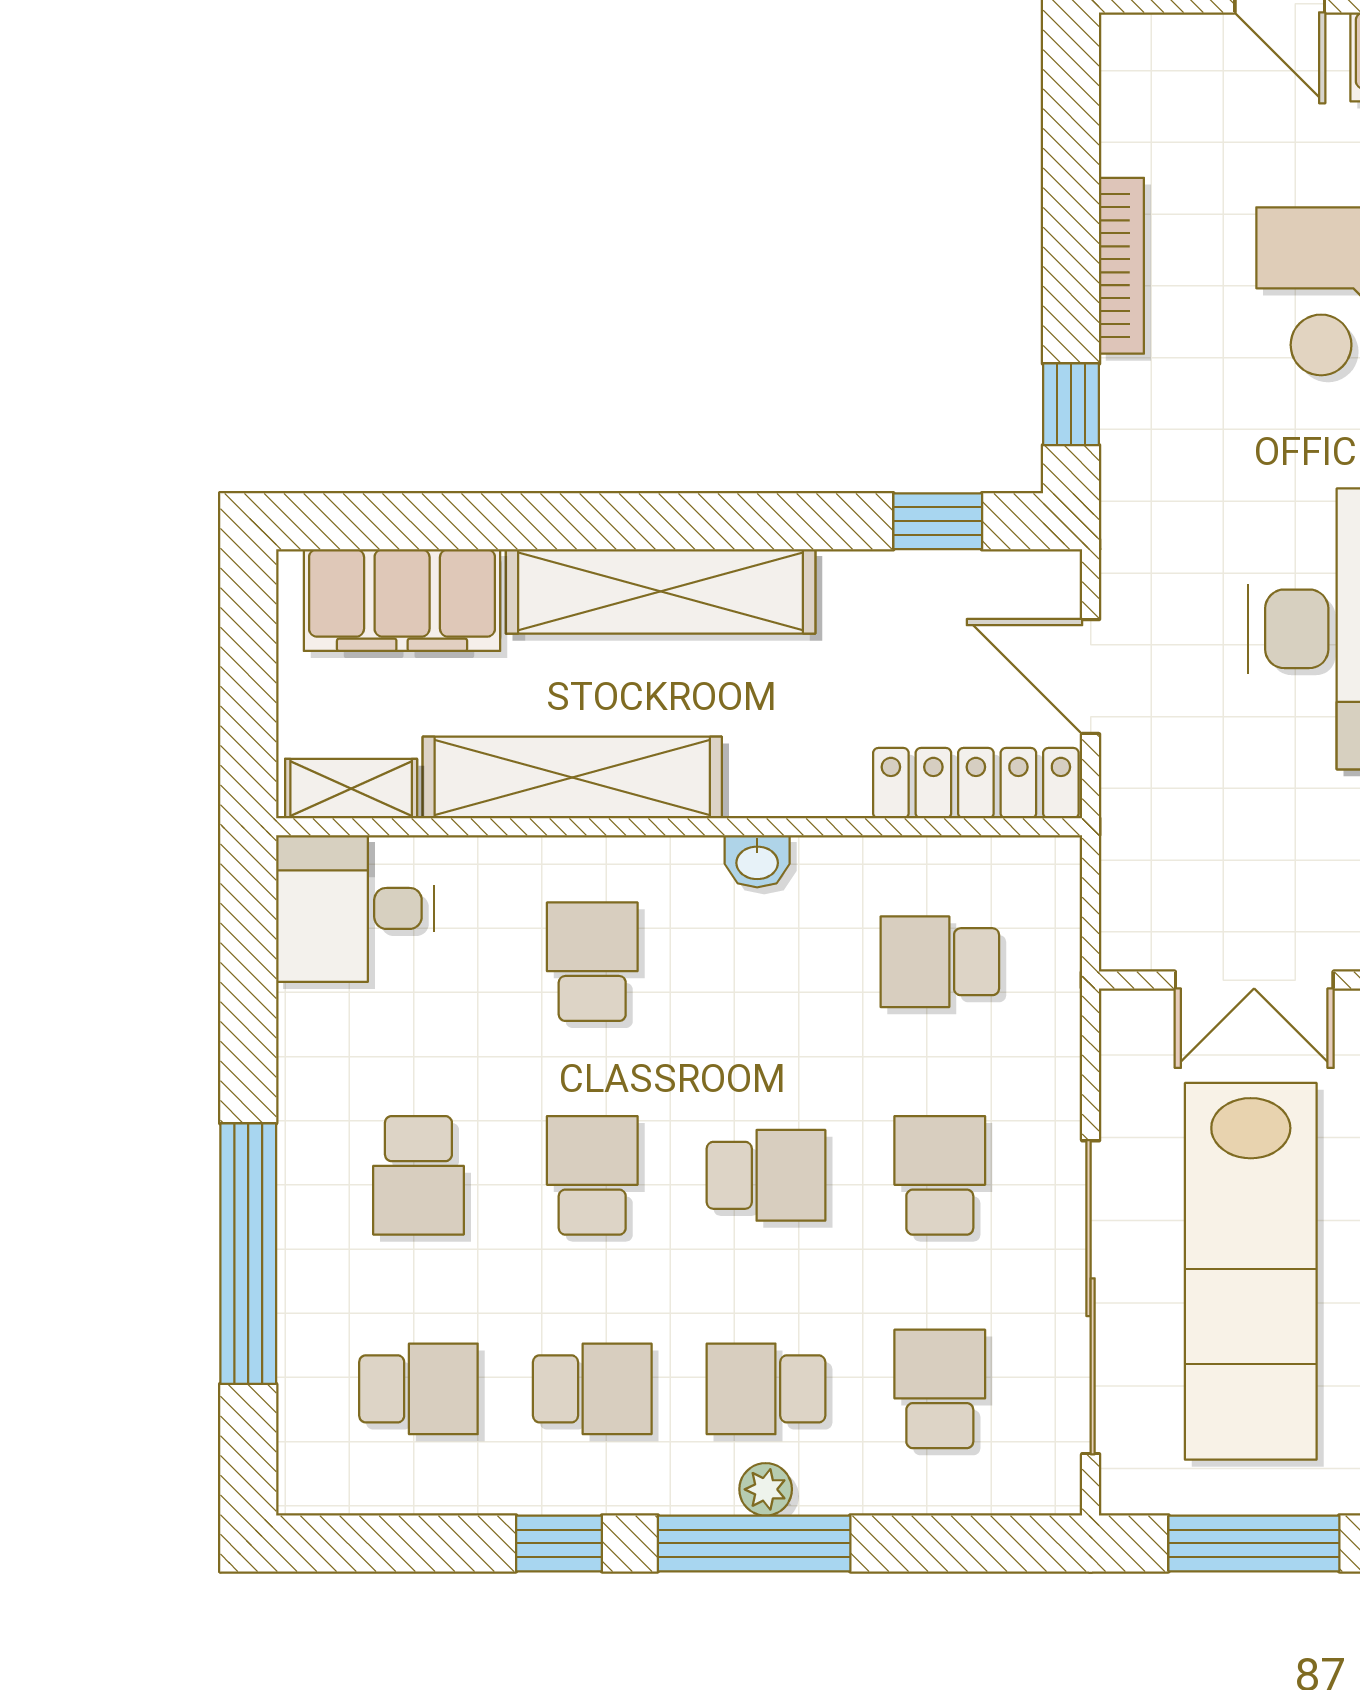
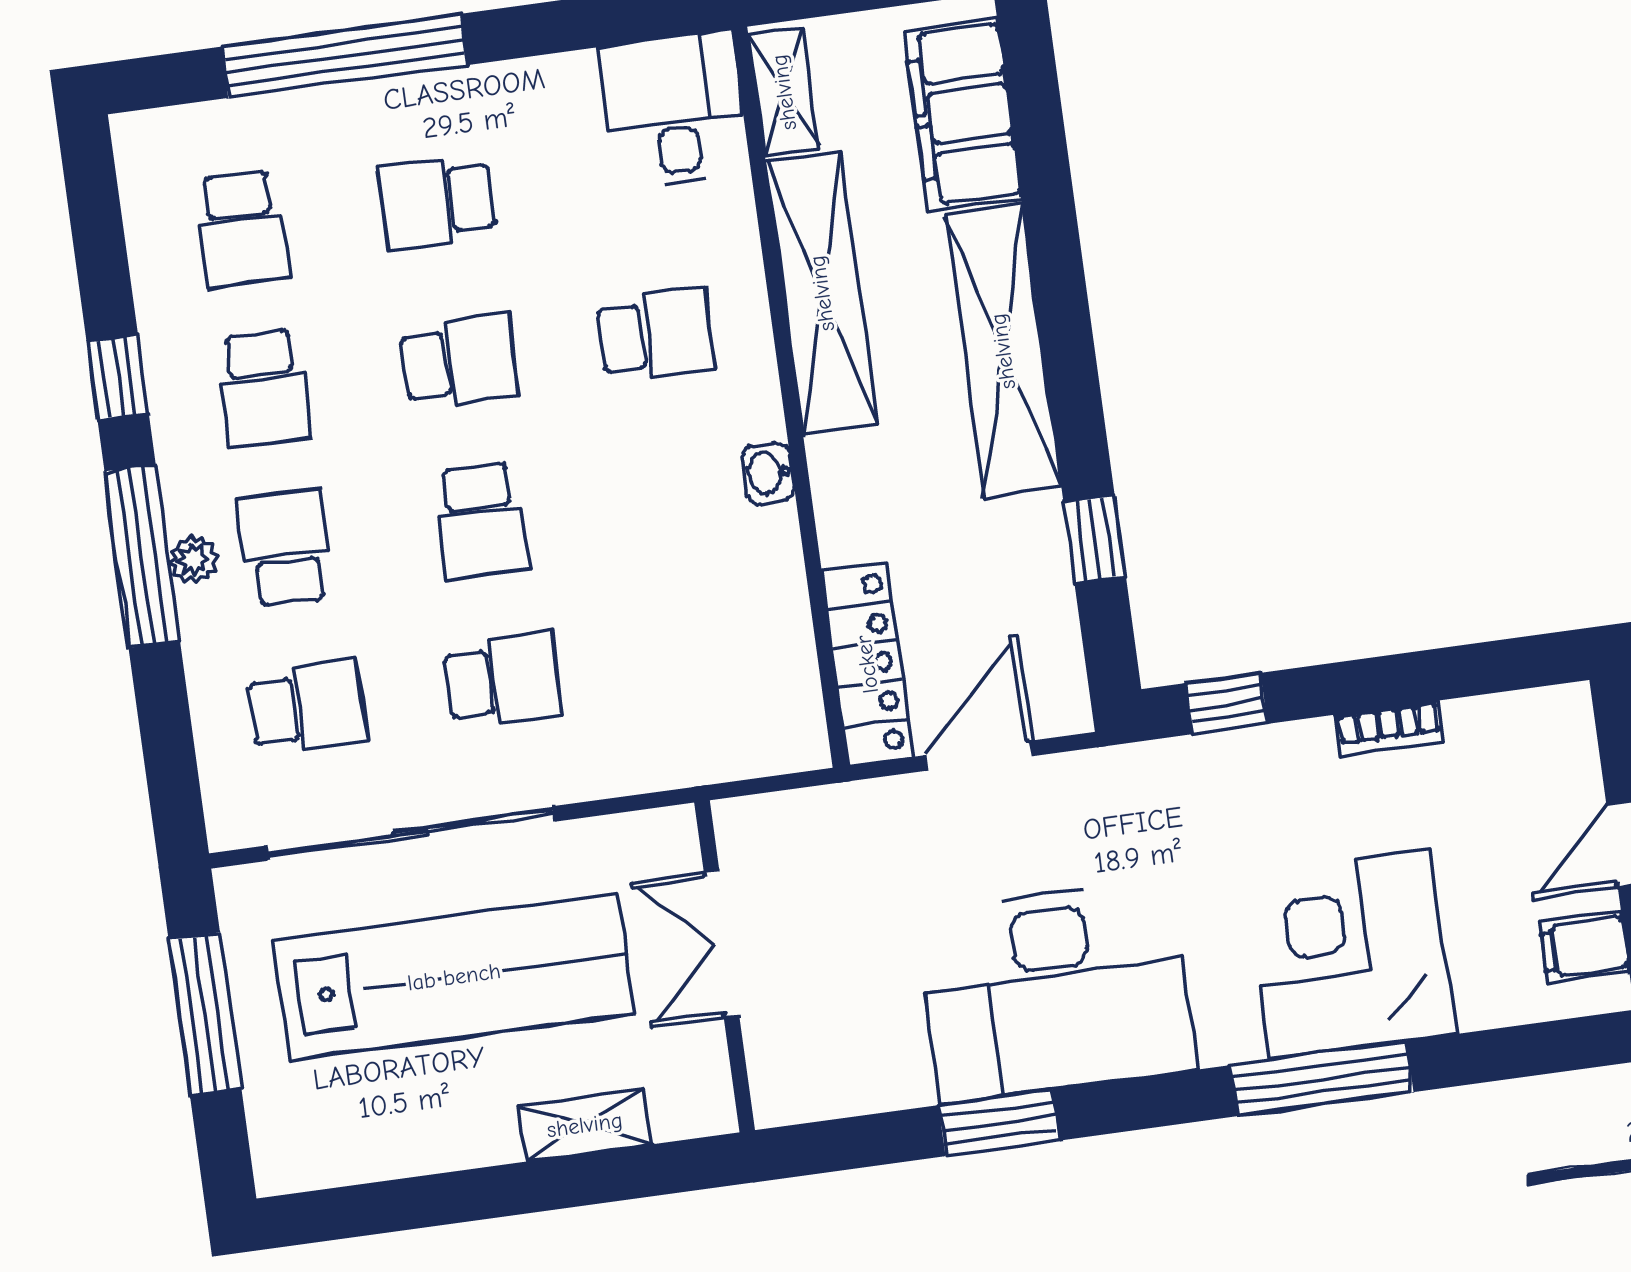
bookcase: (1121, 266) -> (1389, 728), width x0.64
window: (938, 521) -> (1095, 540), moved
school desk: (940, 962) -> (699, 653), removed
lab bench: (1251, 1271) -> (454, 977), turned 180

